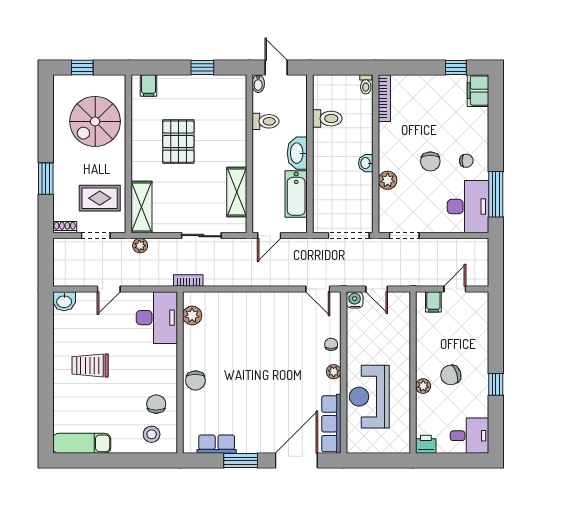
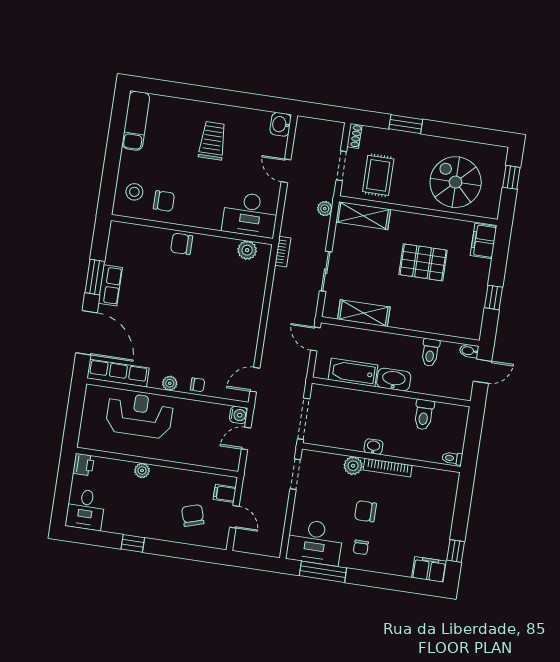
filing cabinet: (149, 85) -> (484, 241), width x2.00
bookcase: (384, 98) -> (388, 468), moved
chair: (451, 375) -> (193, 515), moved
row of seats: (217, 444) -> (110, 285), moved

